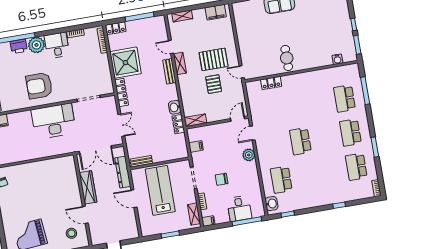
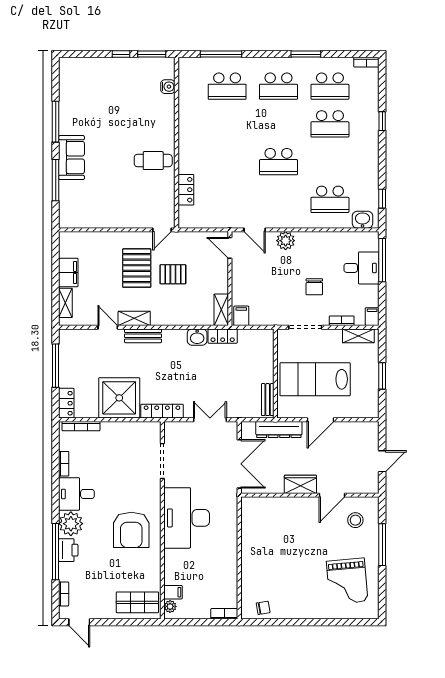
filing cabinet: (216, 12) -> (68, 272), moved
door: (171, 47) -> (108, 327), swing flipped
filing cabinet: (196, 146) -> (241, 316), moved
school desk: (331, 171) -> (330, 124), added
wardrobe: (88, 187) -> (300, 484), width x0.67

